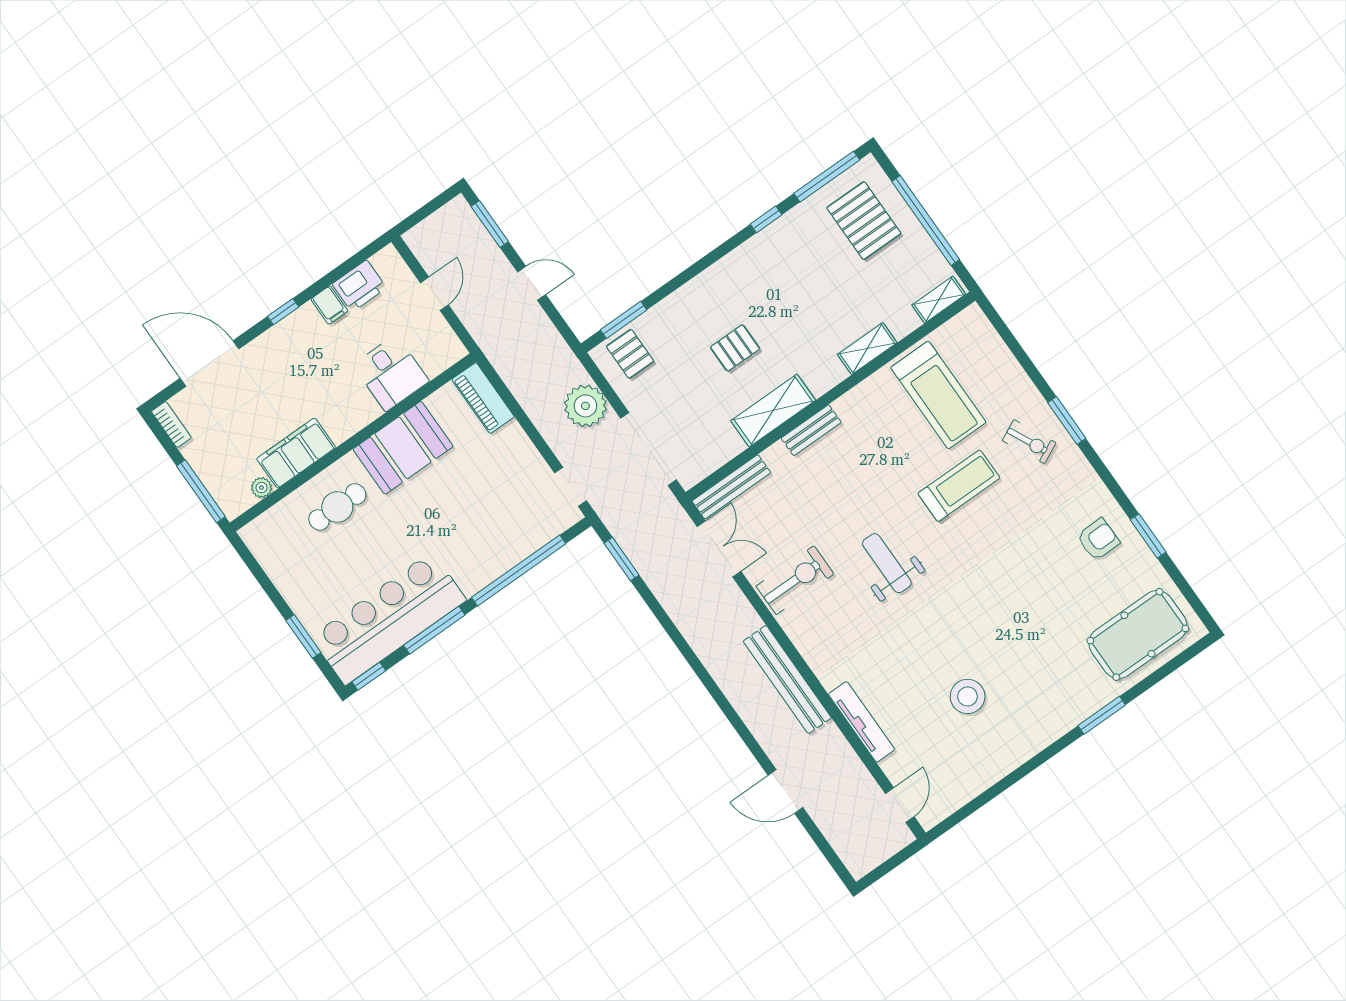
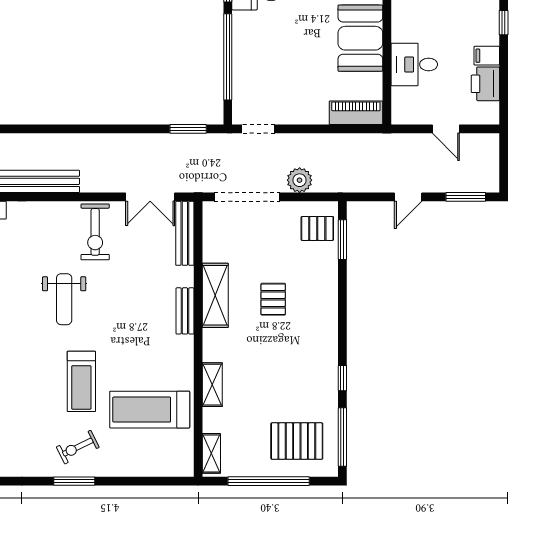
plant: (585, 406) -> (300, 180), width x0.73, depth x0.73
weight bench: (887, 563) -> (64, 299), turned 90

